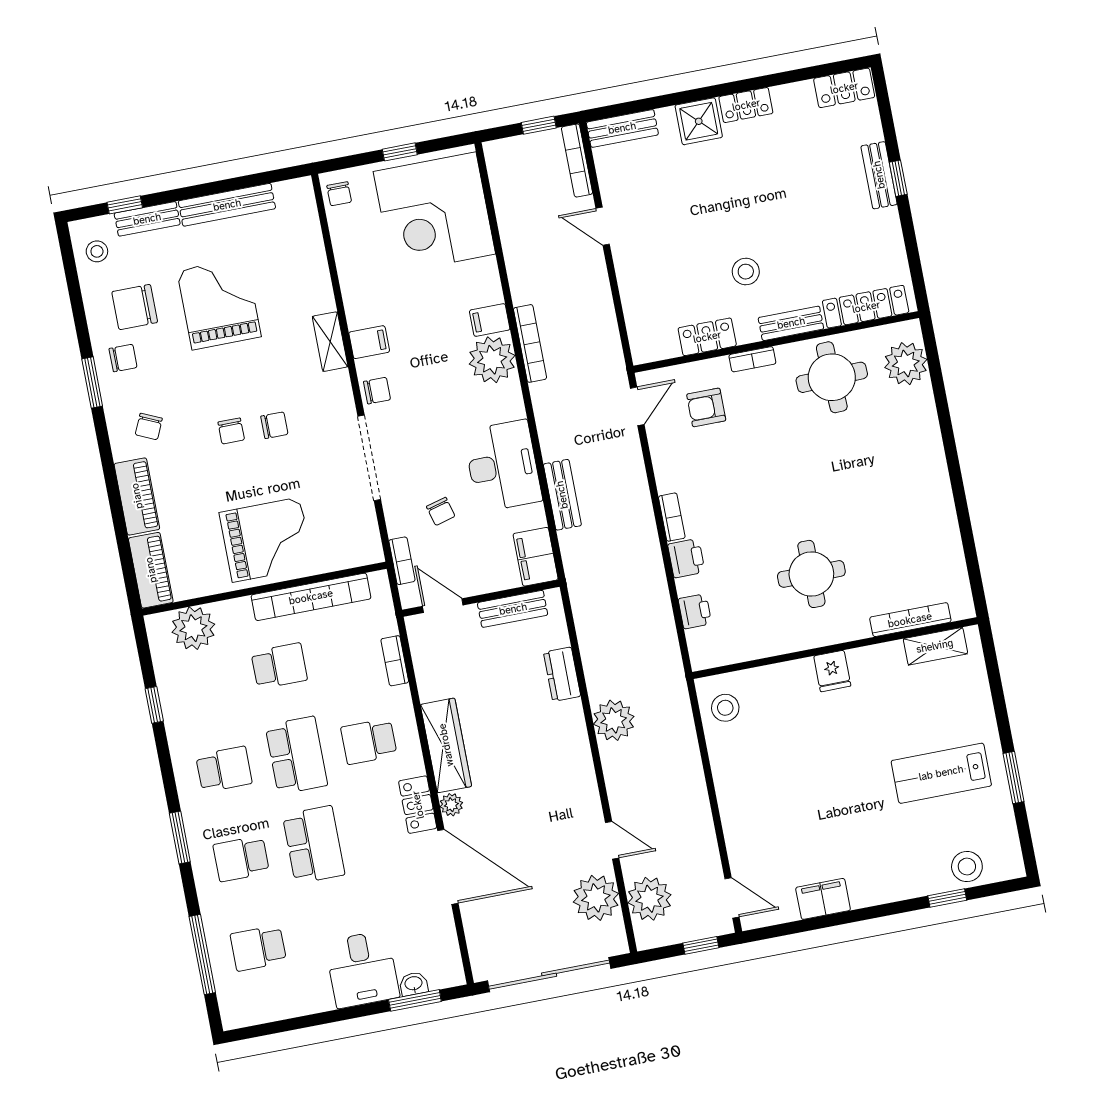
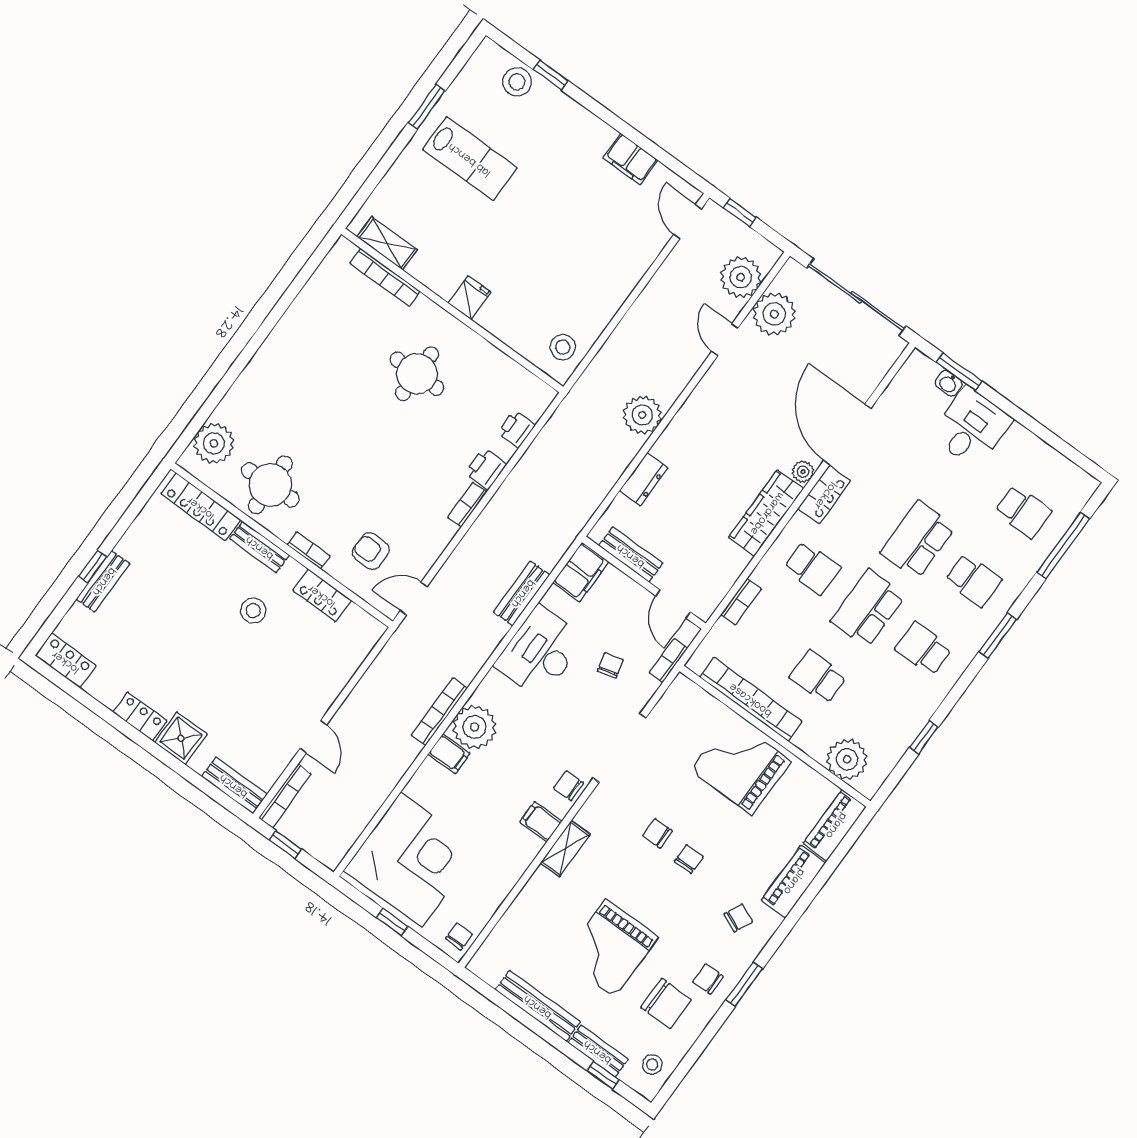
armchair: (706, 407) -> (371, 551), turned 180

